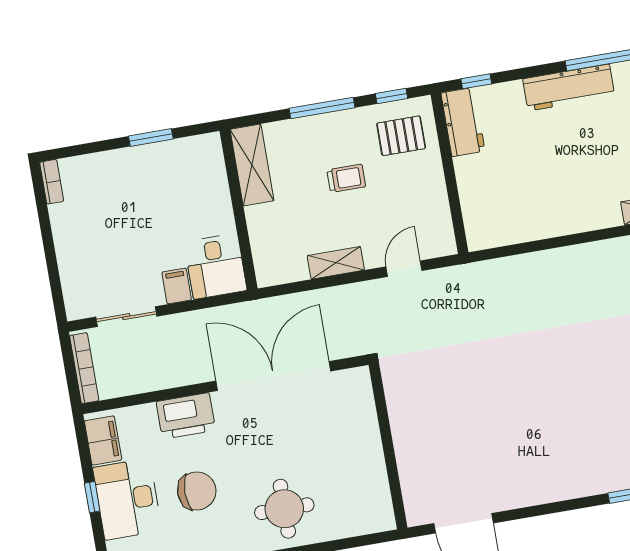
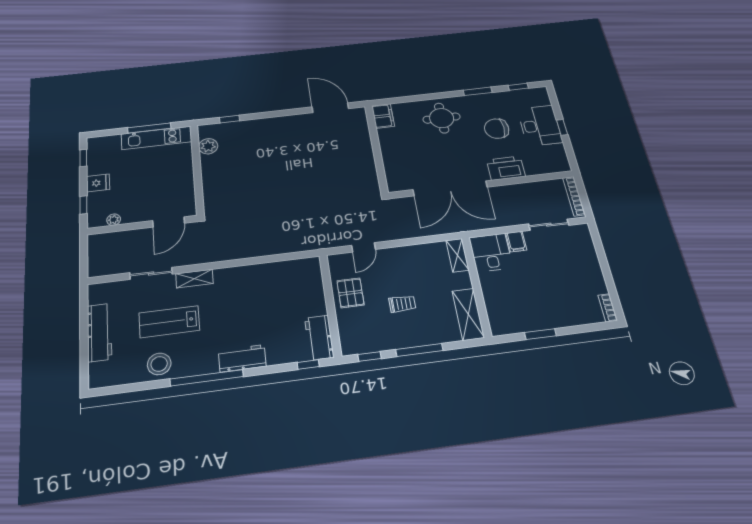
workbench: (569, 87) -> (242, 358), width x0.73
pallet: (401, 136) -> (351, 293), moved, turned 90
trolley: (346, 178) -> (402, 304), turned 180
shelving: (336, 263) -> (458, 255), moved, turned 90
filing cabinet: (103, 440) -> (383, 116), moved, turned 180

